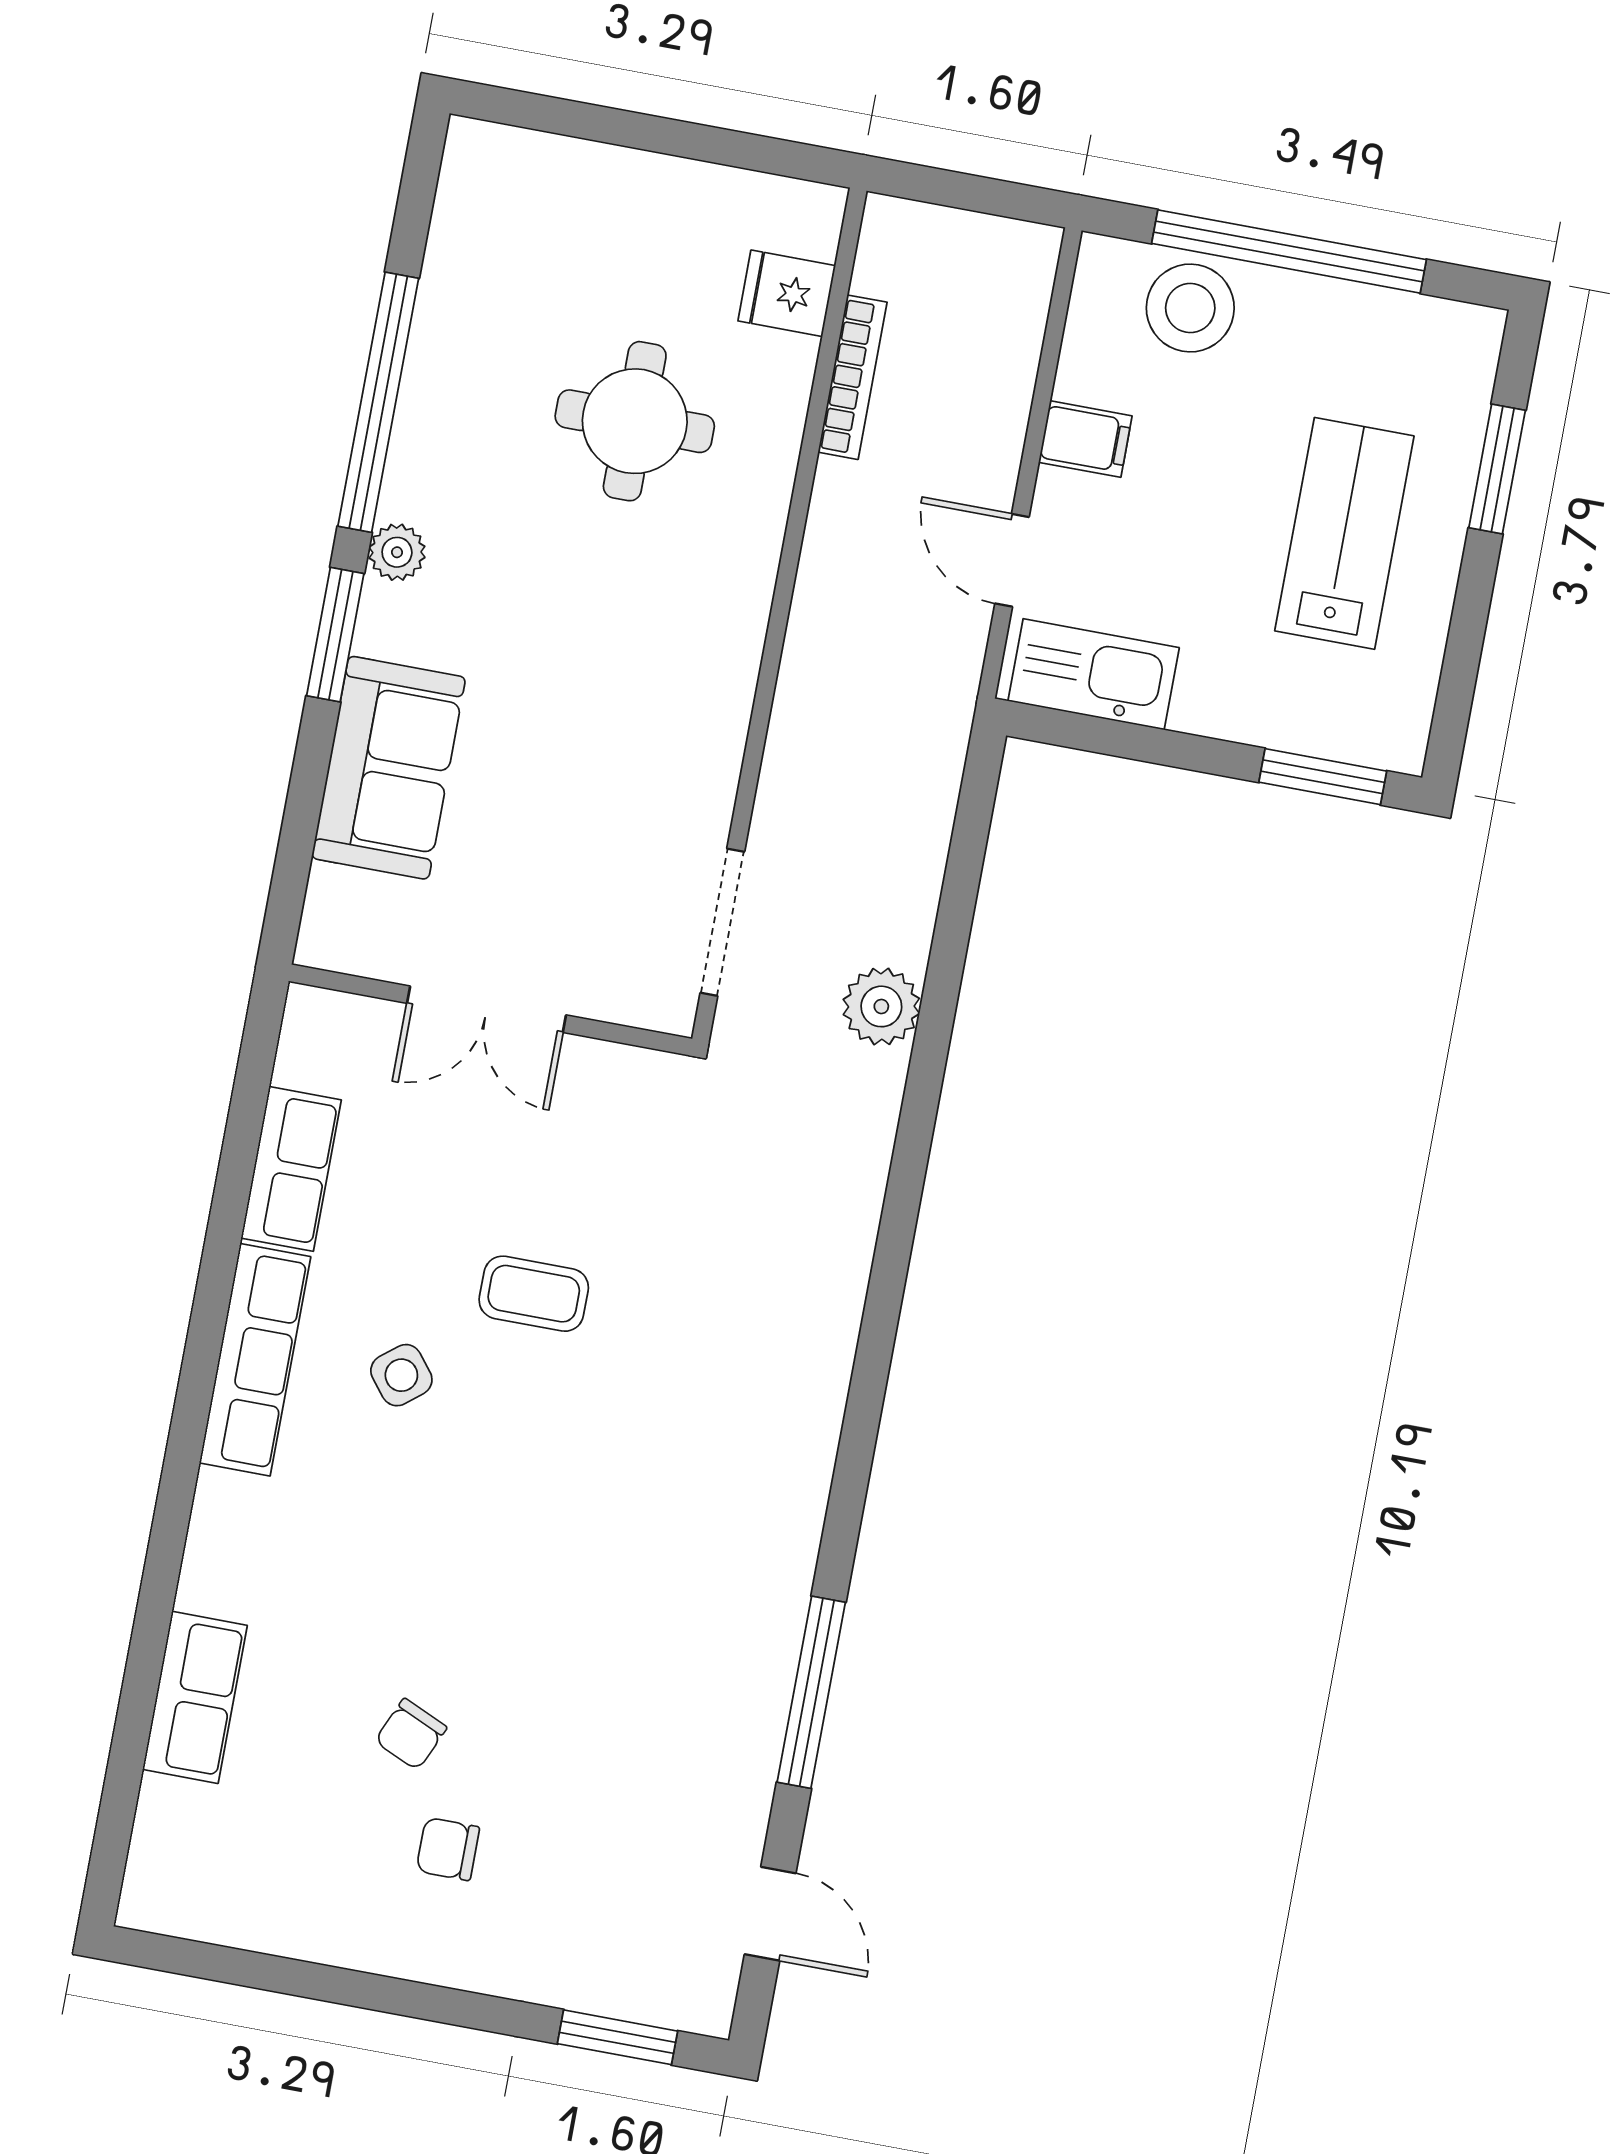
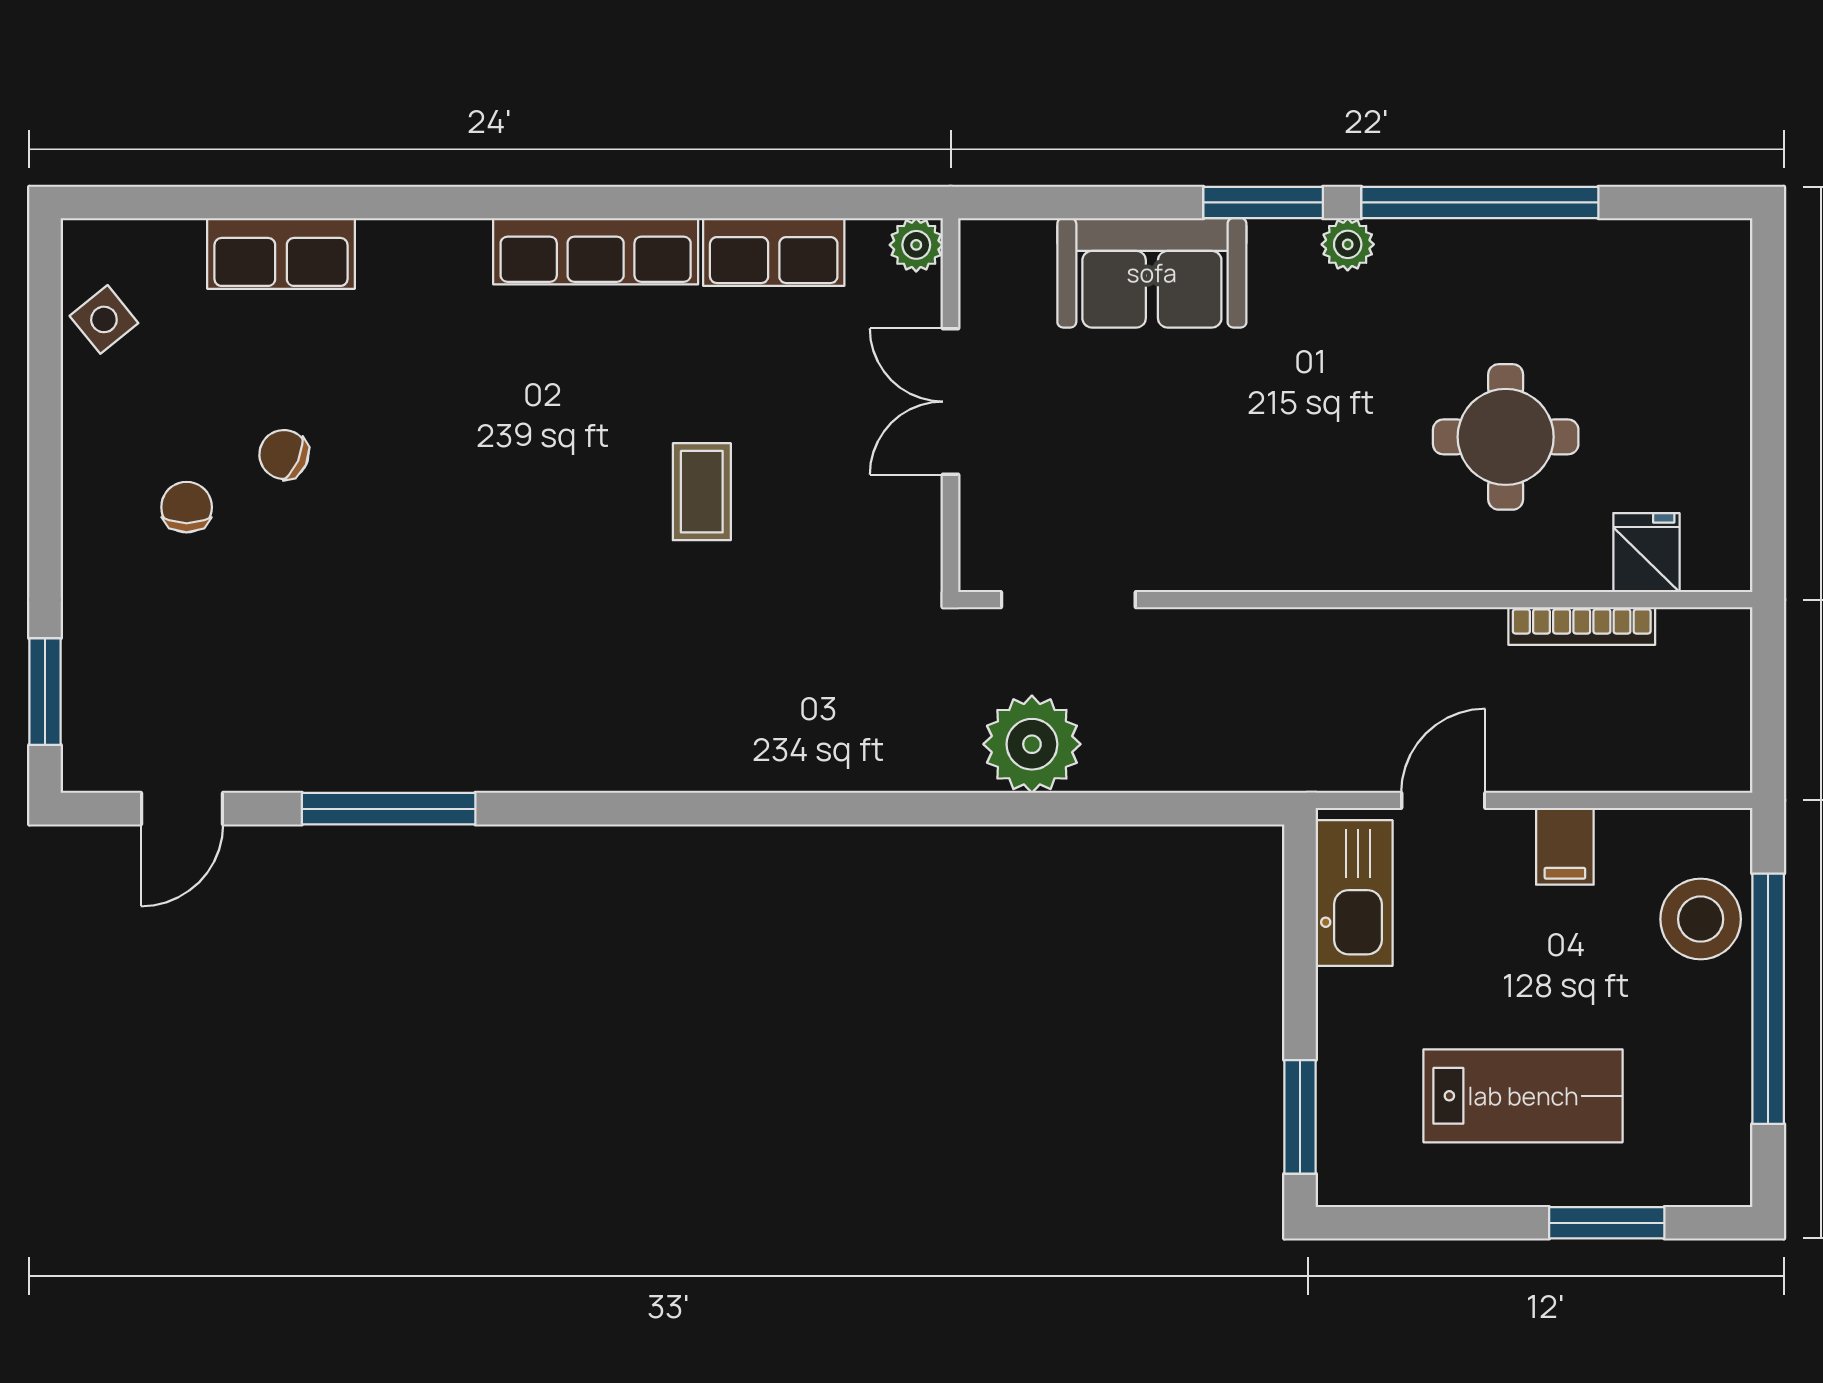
plant: (881, 1006) -> (1032, 744), width x1.36, depth x1.36
plant: (312, 1015) -> (916, 245), added
side table: (401, 1375) -> (104, 319), moved

